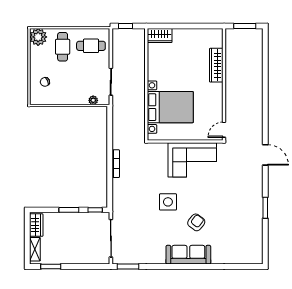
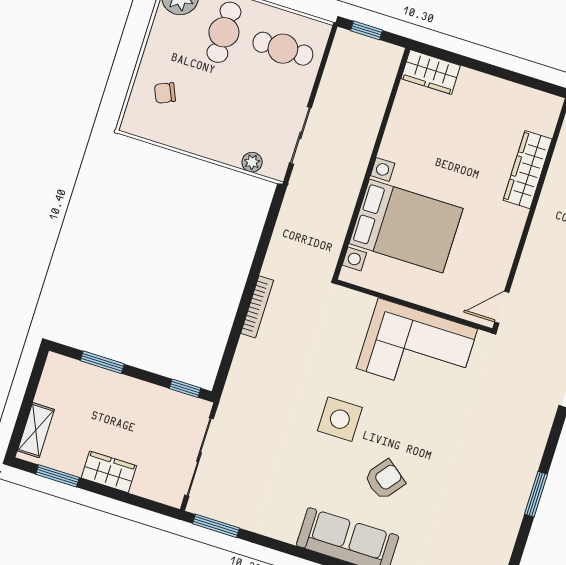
window: (69, 210) -> (102, 362), moved
wardrobe: (36, 225) -> (109, 472), moved, turned -90

